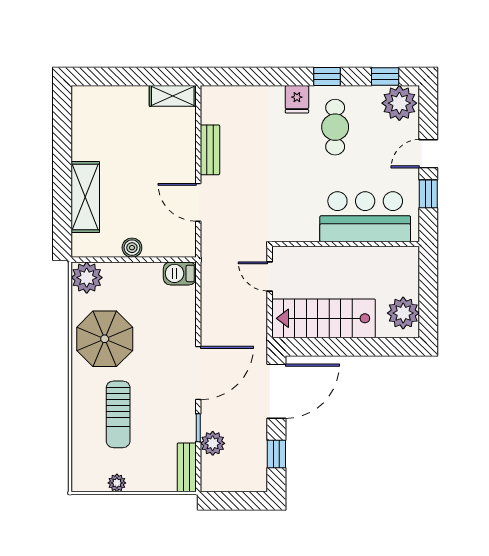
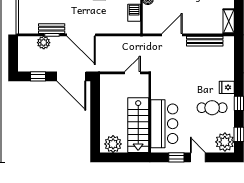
bench: (210, 150) -> (205, 41), width x1.36
barbecue: (180, 273) -> (134, 13), moved
stairs: (324, 318) -> (138, 125), moved, turned 180
bench: (187, 467) -> (52, 29), moved

